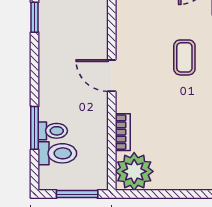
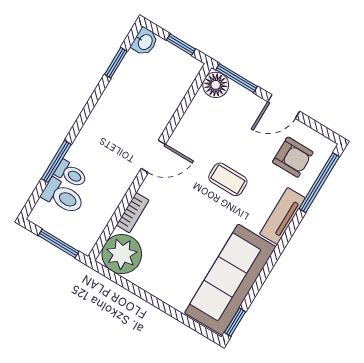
coffee table: (184, 57) -> (228, 179), turned 90
door: (112, 76) -> (153, 156), swing flipped

